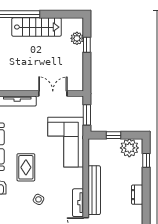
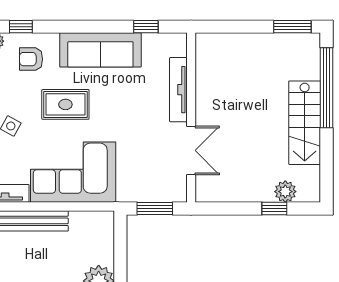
window: (113, 135) -> (120, 254), removed
corner sofa: (66, 142) -> (73, 172), moved

